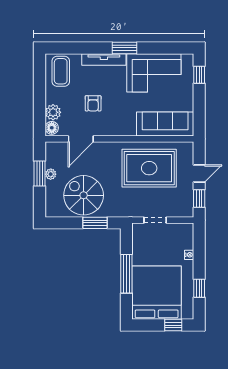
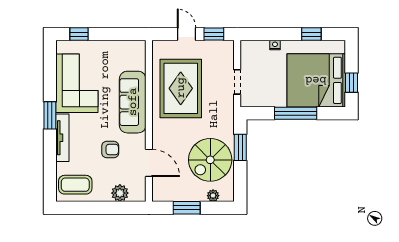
sofa: (165, 124) -> (133, 102), moved
floor lamp: (52, 128) -> (137, 194), removed
plant: (51, 174) -> (213, 196), moved
window: (173, 325) -> (351, 83), moved

